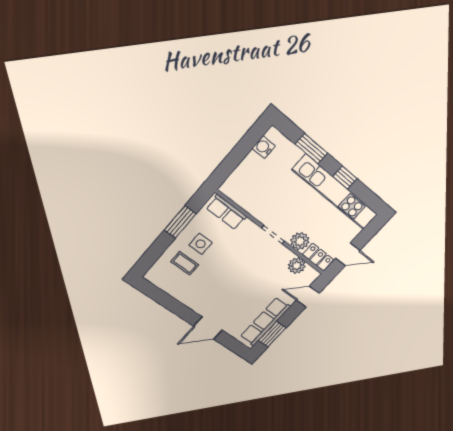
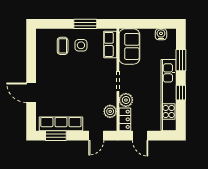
sofa: (247, 194) -> (129, 46), added
door: (308, 297) -> (96, 136), swing flipped

